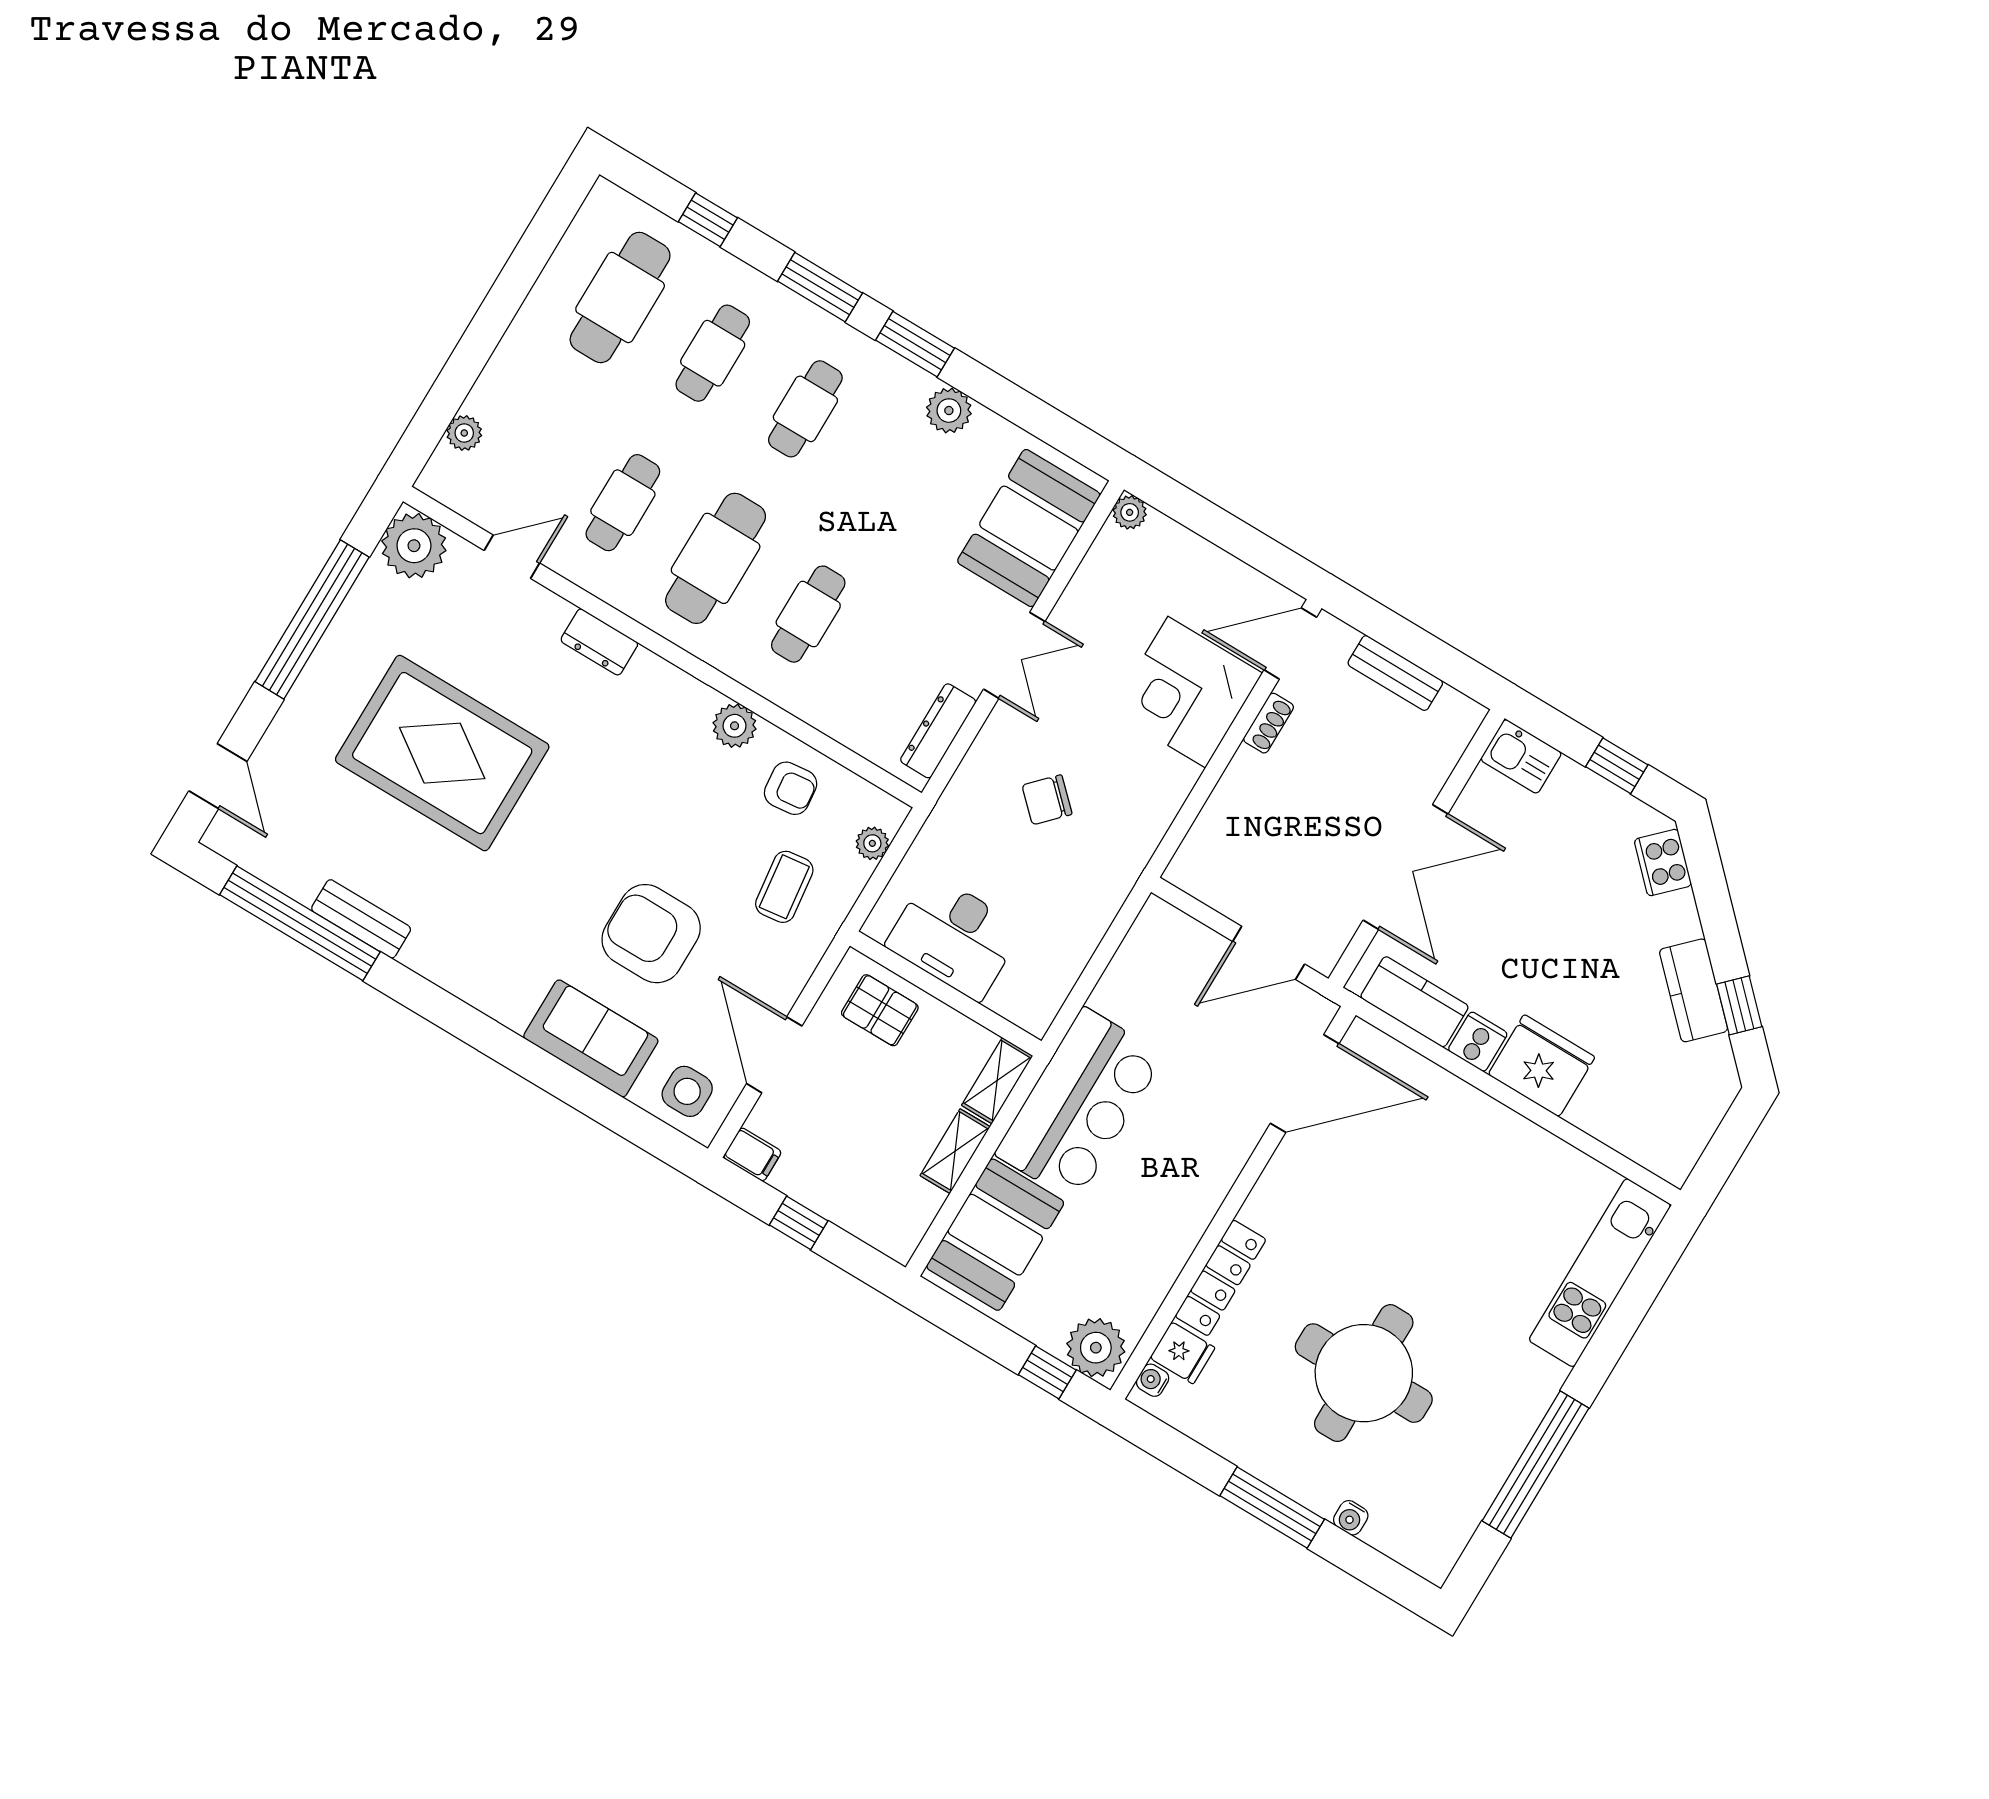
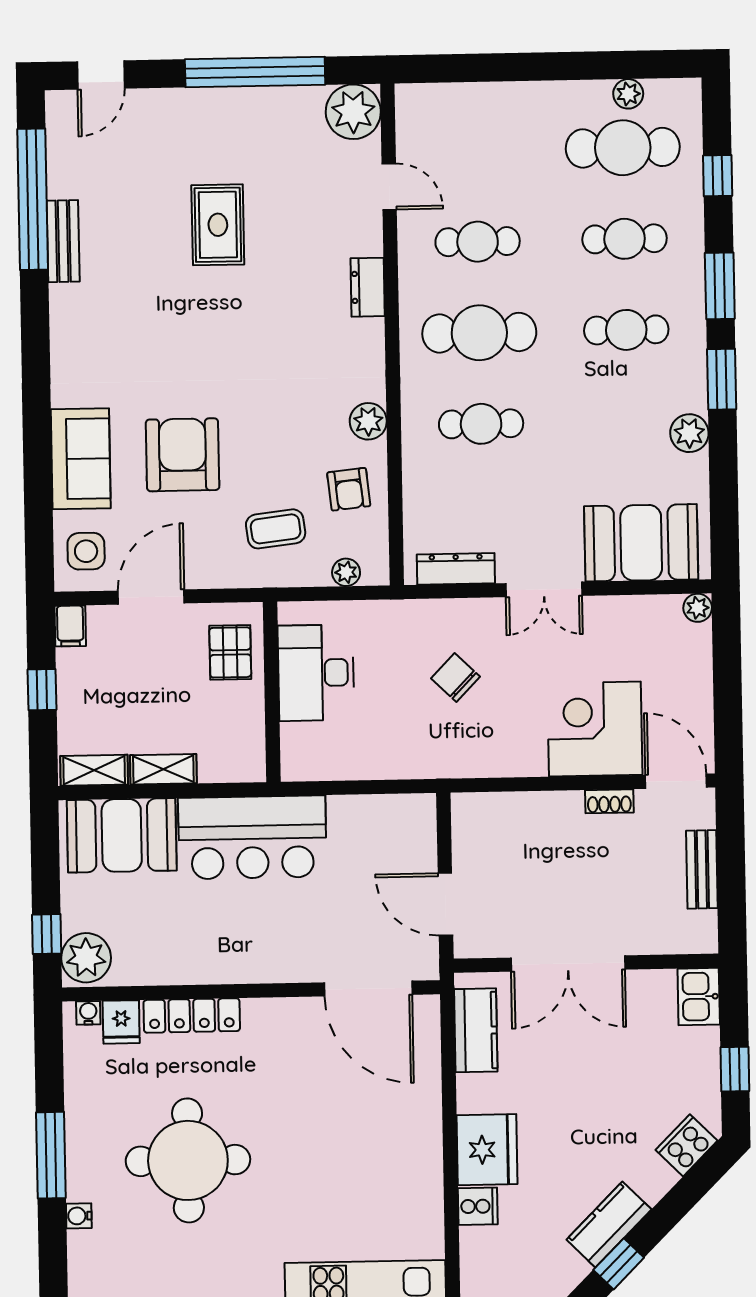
plant: (464, 433) -> (628, 94), moved
rug: (442, 753) -> (218, 225), width x0.54, depth x0.49
cooker: (1478, 1042) -> (478, 1206), moved
shelving: (997, 1081) -> (94, 770), moved

